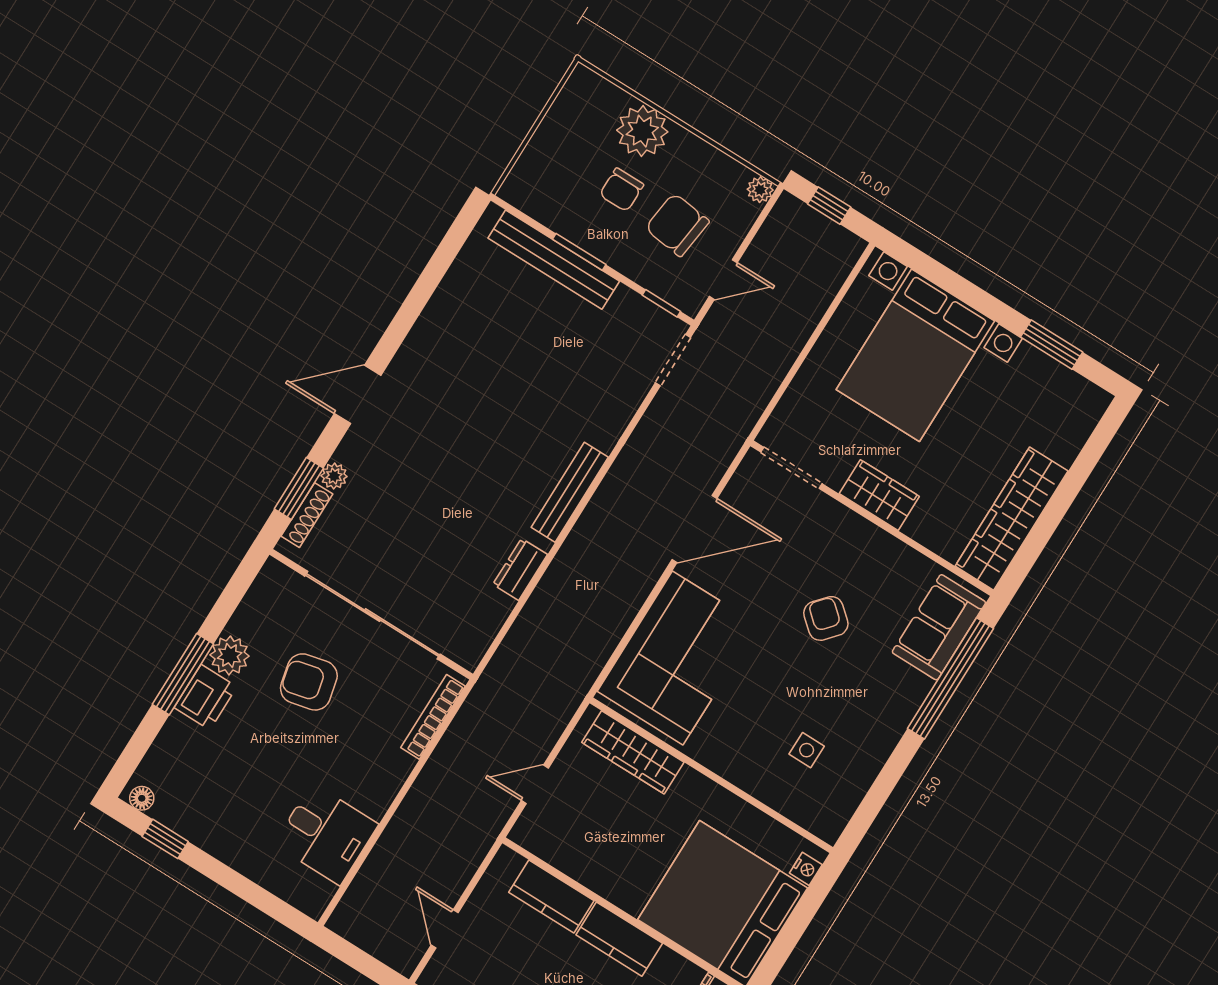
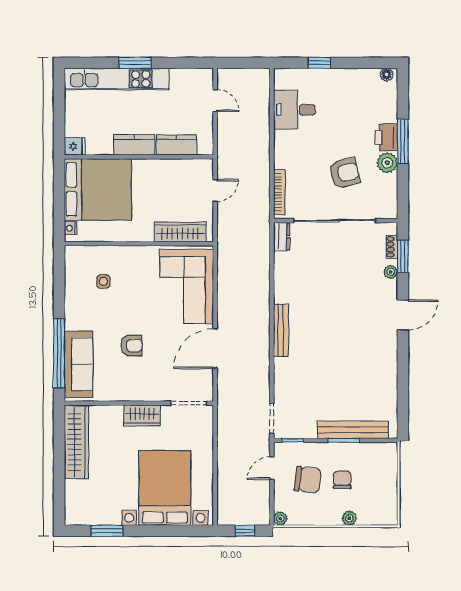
plant: (642, 131) -> (349, 518), width x0.53, depth x0.53
shoe rack: (307, 515) -> (392, 247), width x0.70
dresser: (520, 569) -> (282, 237), moved
armchair: (826, 618) -> (131, 346), turned -41
sofa: (939, 627) -> (79, 364), width x1.36
window: (165, 839) -> (319, 63), moved

